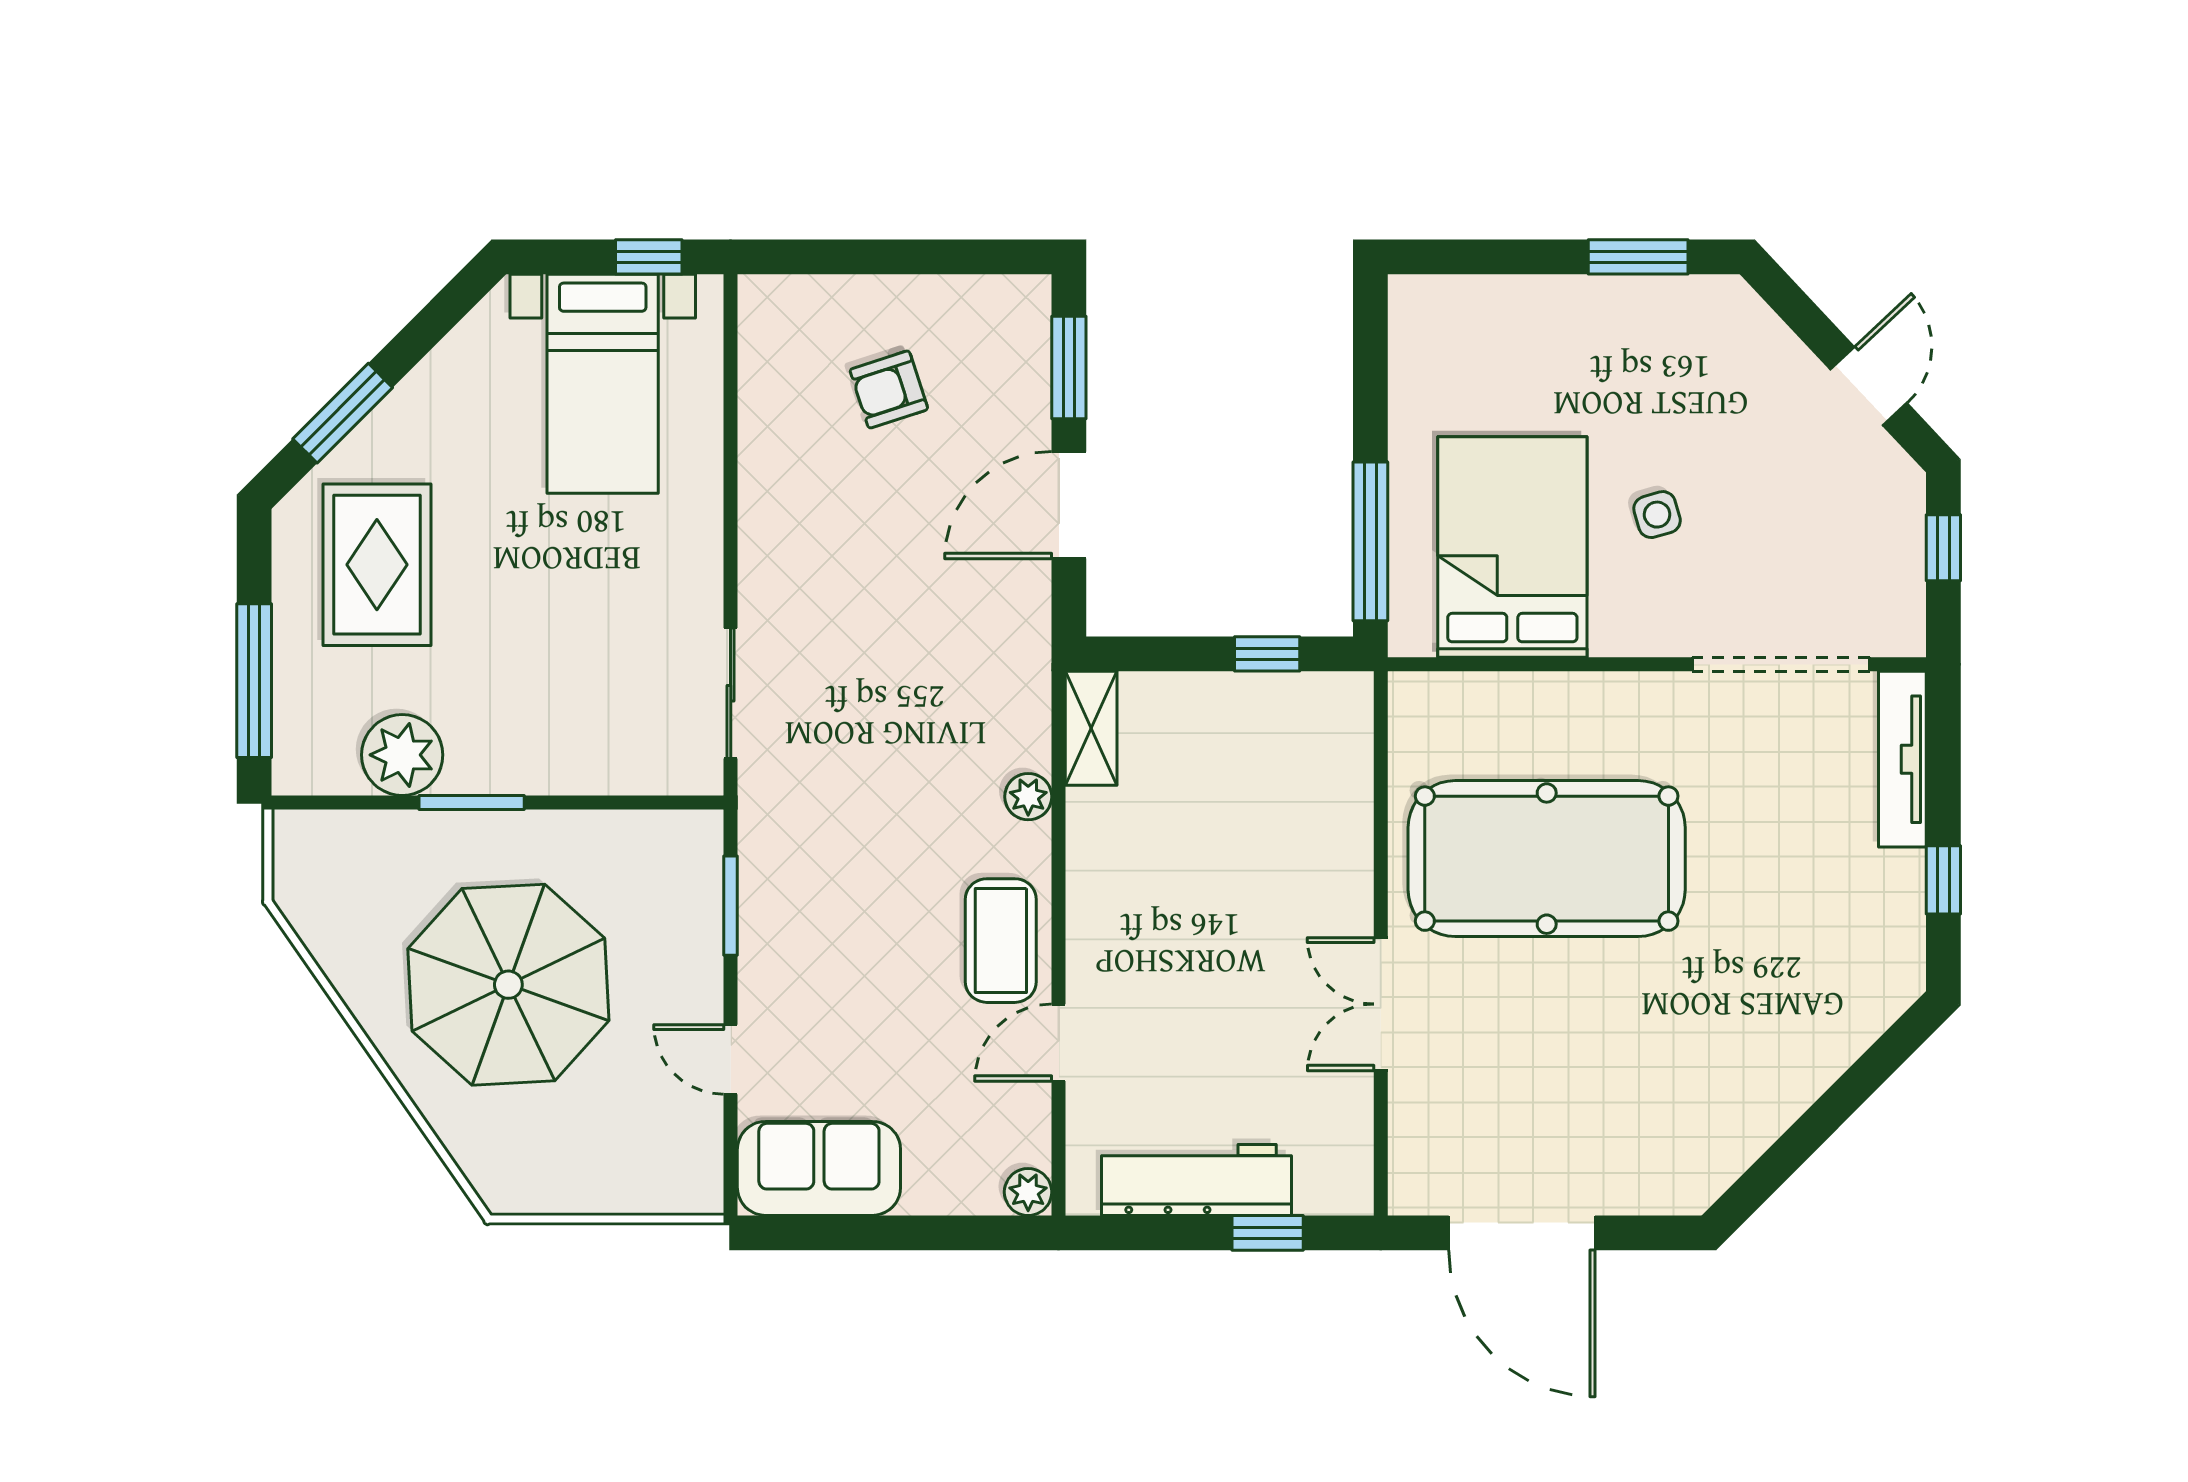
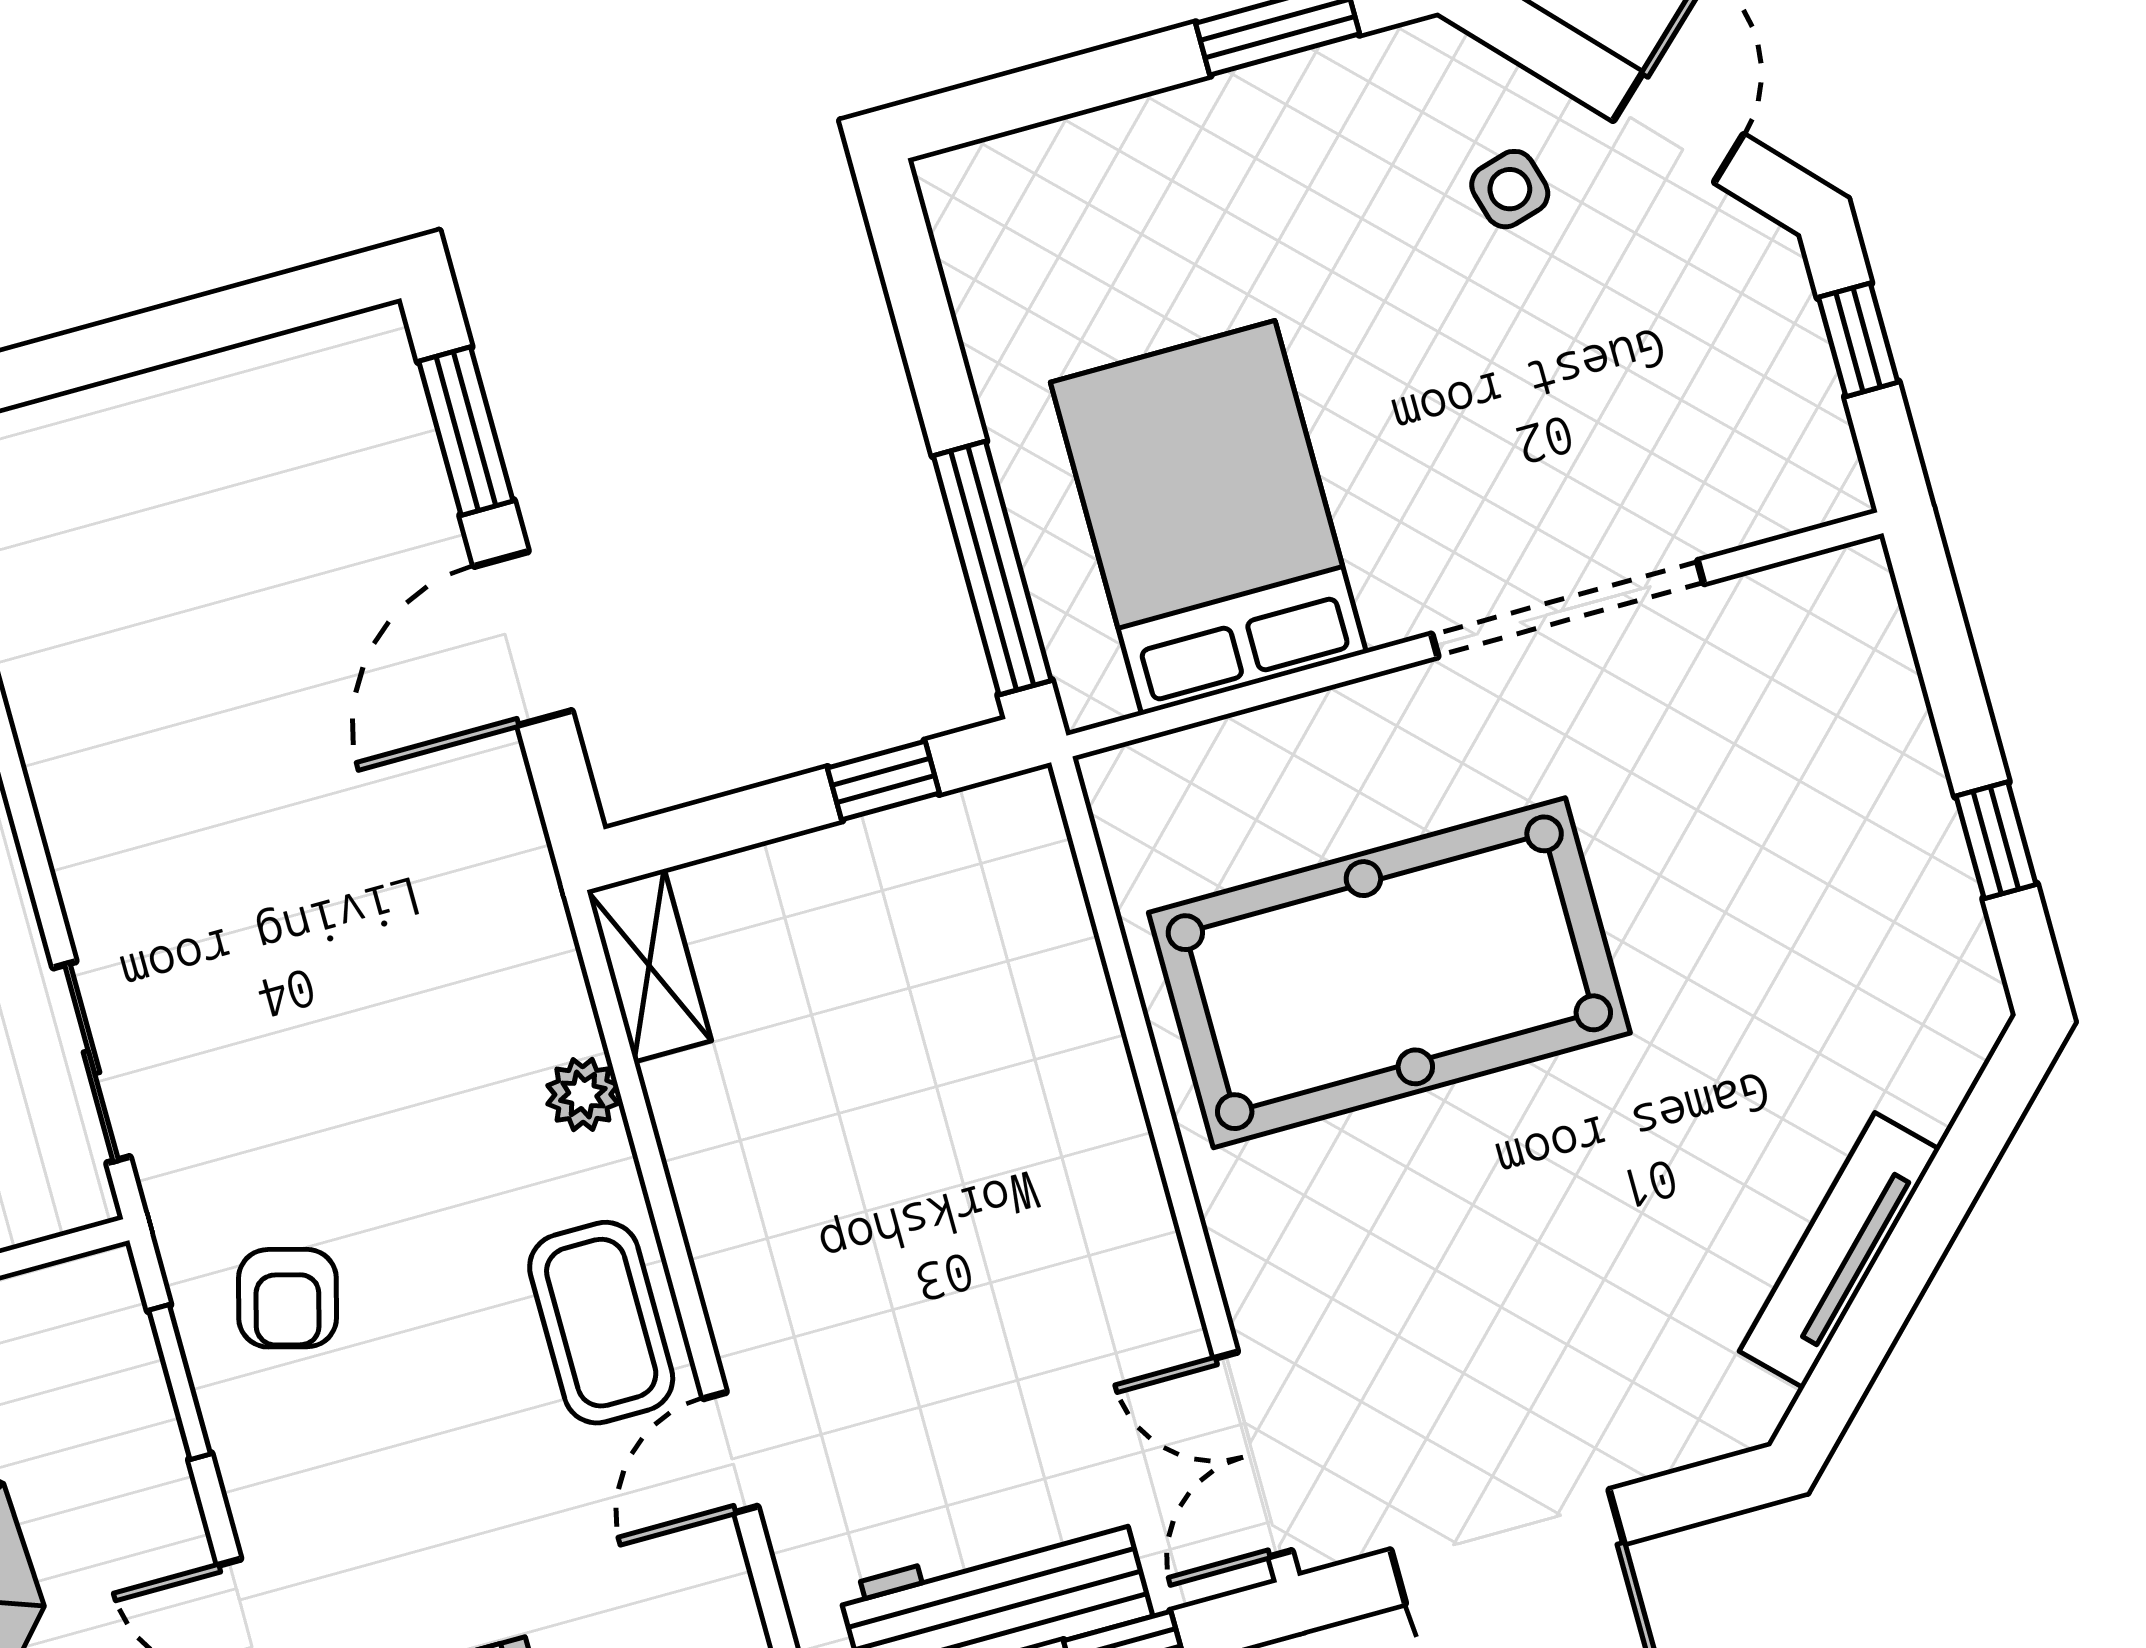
armchair: (889, 389) -> (287, 1298), moved, turned -57
side table: (1657, 515) -> (1510, 189), moved
doorway: (1781, 664) -> (1568, 609), moved
tv unit: (1902, 759) -> (1839, 1250), moved, turned 45
double door: (1381, 1004) -> (1253, 1455), moved

